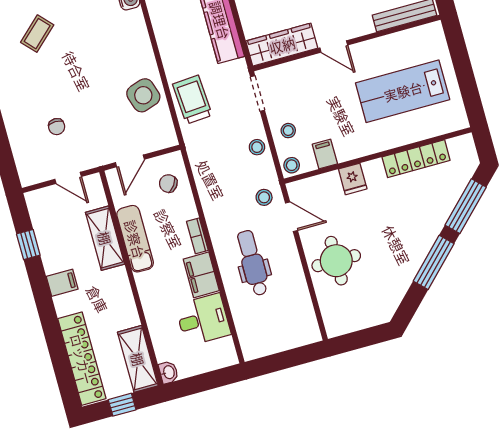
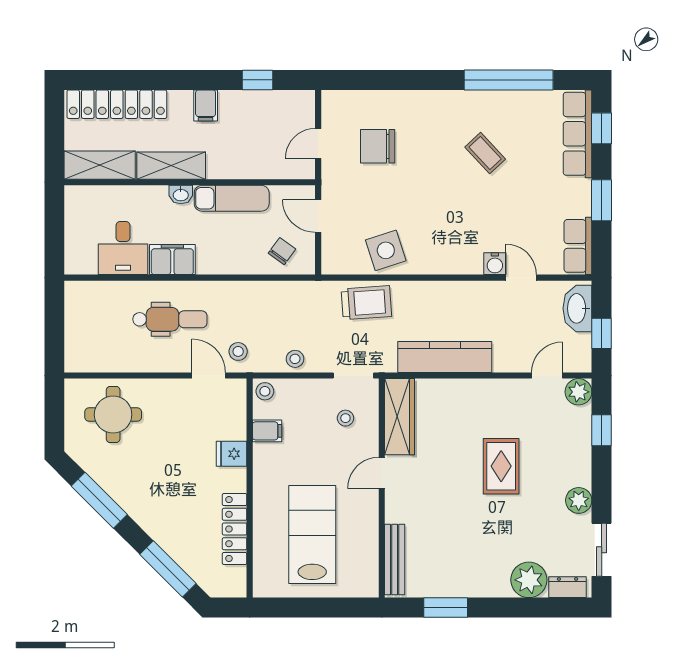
chair: (57, 127) -> (378, 146), width x1.87, depth x1.87
stool: (288, 131) -> (345, 418), moved
door: (291, 217) -> (209, 376), swing flipped
bookcase: (197, 236) -> (216, 267), removed
shelving: (105, 238) -> (171, 166), moved
round table: (336, 261) -> (113, 415), moved
window: (434, 262) -> (99, 500), moved
washbasin: (169, 372) -> (181, 195), moved
window: (122, 405) -> (54, 134), removed

